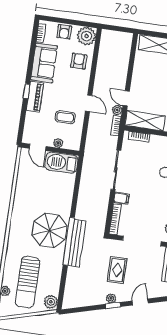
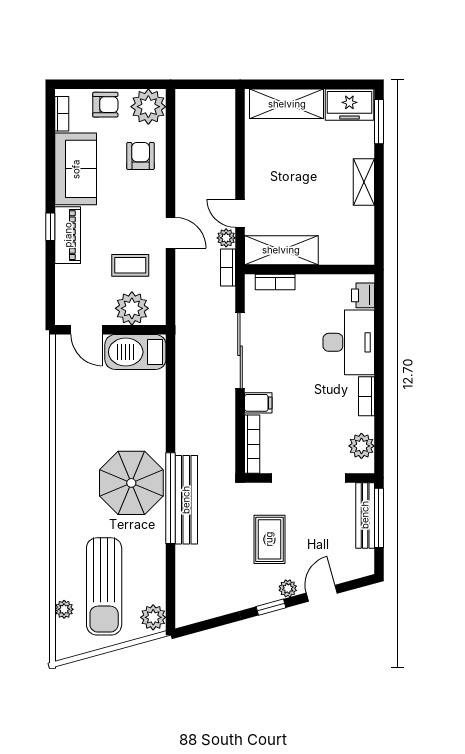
armchair: (64, 32) -> (105, 105), turned -90
plant: (58, 143) -> (132, 308), width x1.88, depth x1.88
plant: (111, 298) -> (288, 588), moved

